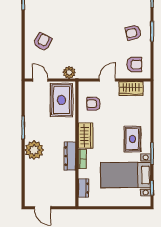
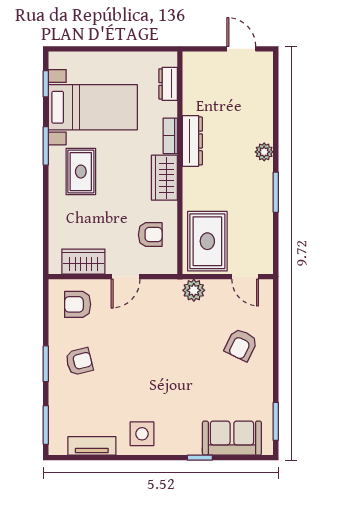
plant: (34, 150) -> (264, 152), width x0.53, depth x0.53

